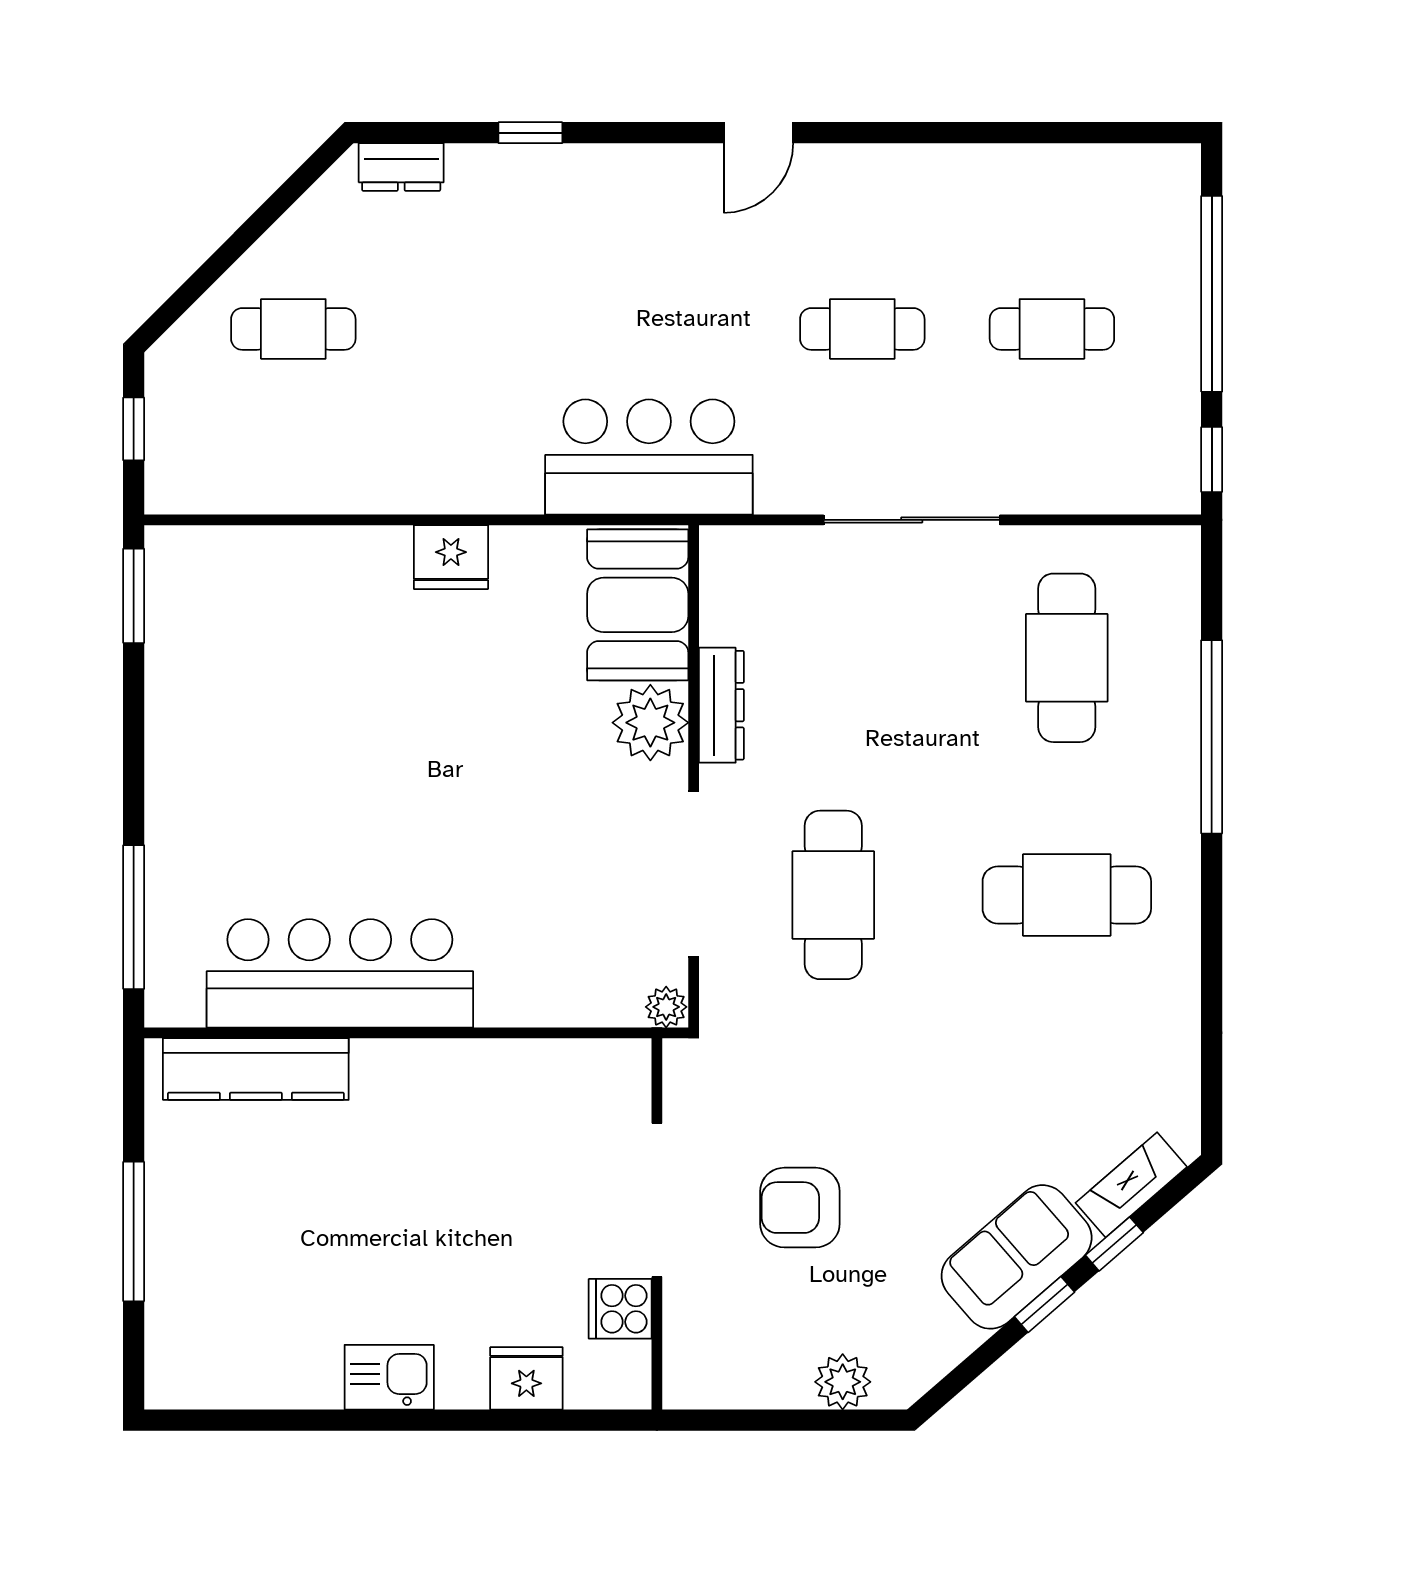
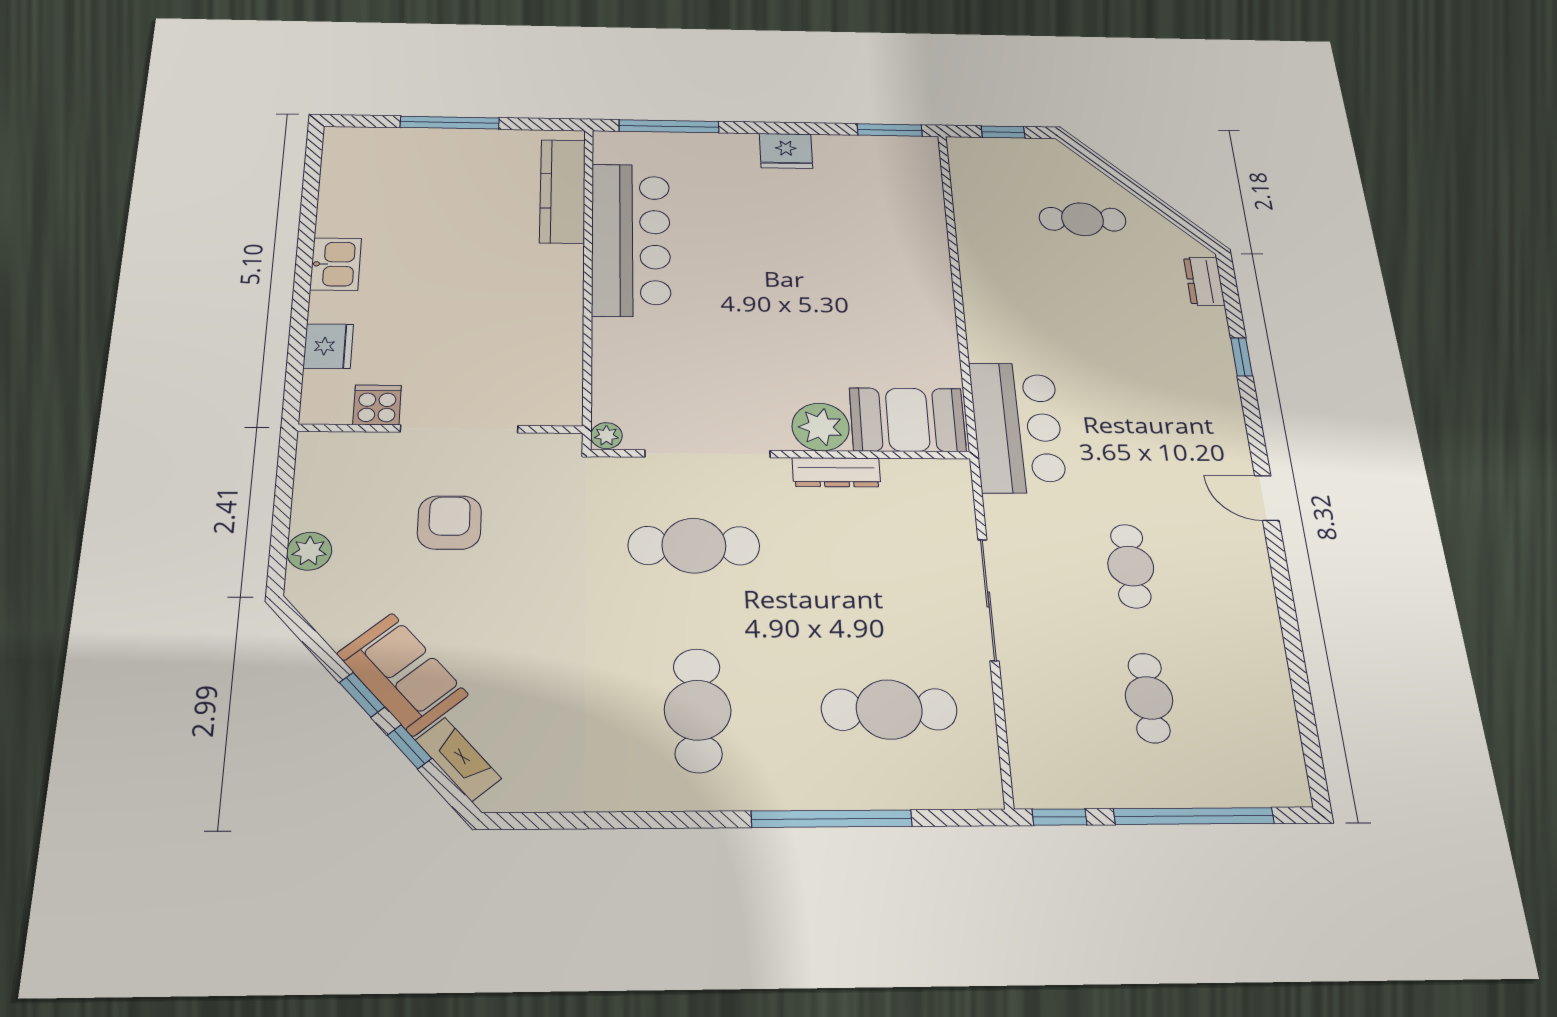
cafe table: (293, 329) -> (1083, 219), turned 90
fridge: (451, 557) -> (786, 151), moved, turned -90

